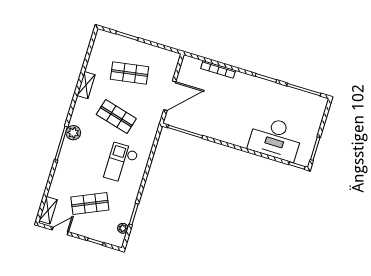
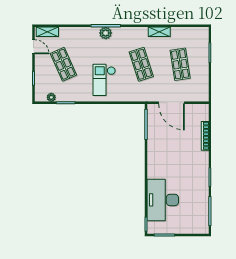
shop shelf: (116, 117) -> (141, 64), turned -33
plant: (73, 133) -> (106, 33), moved
checkout: (121, 163) -> (104, 80), turned -90

